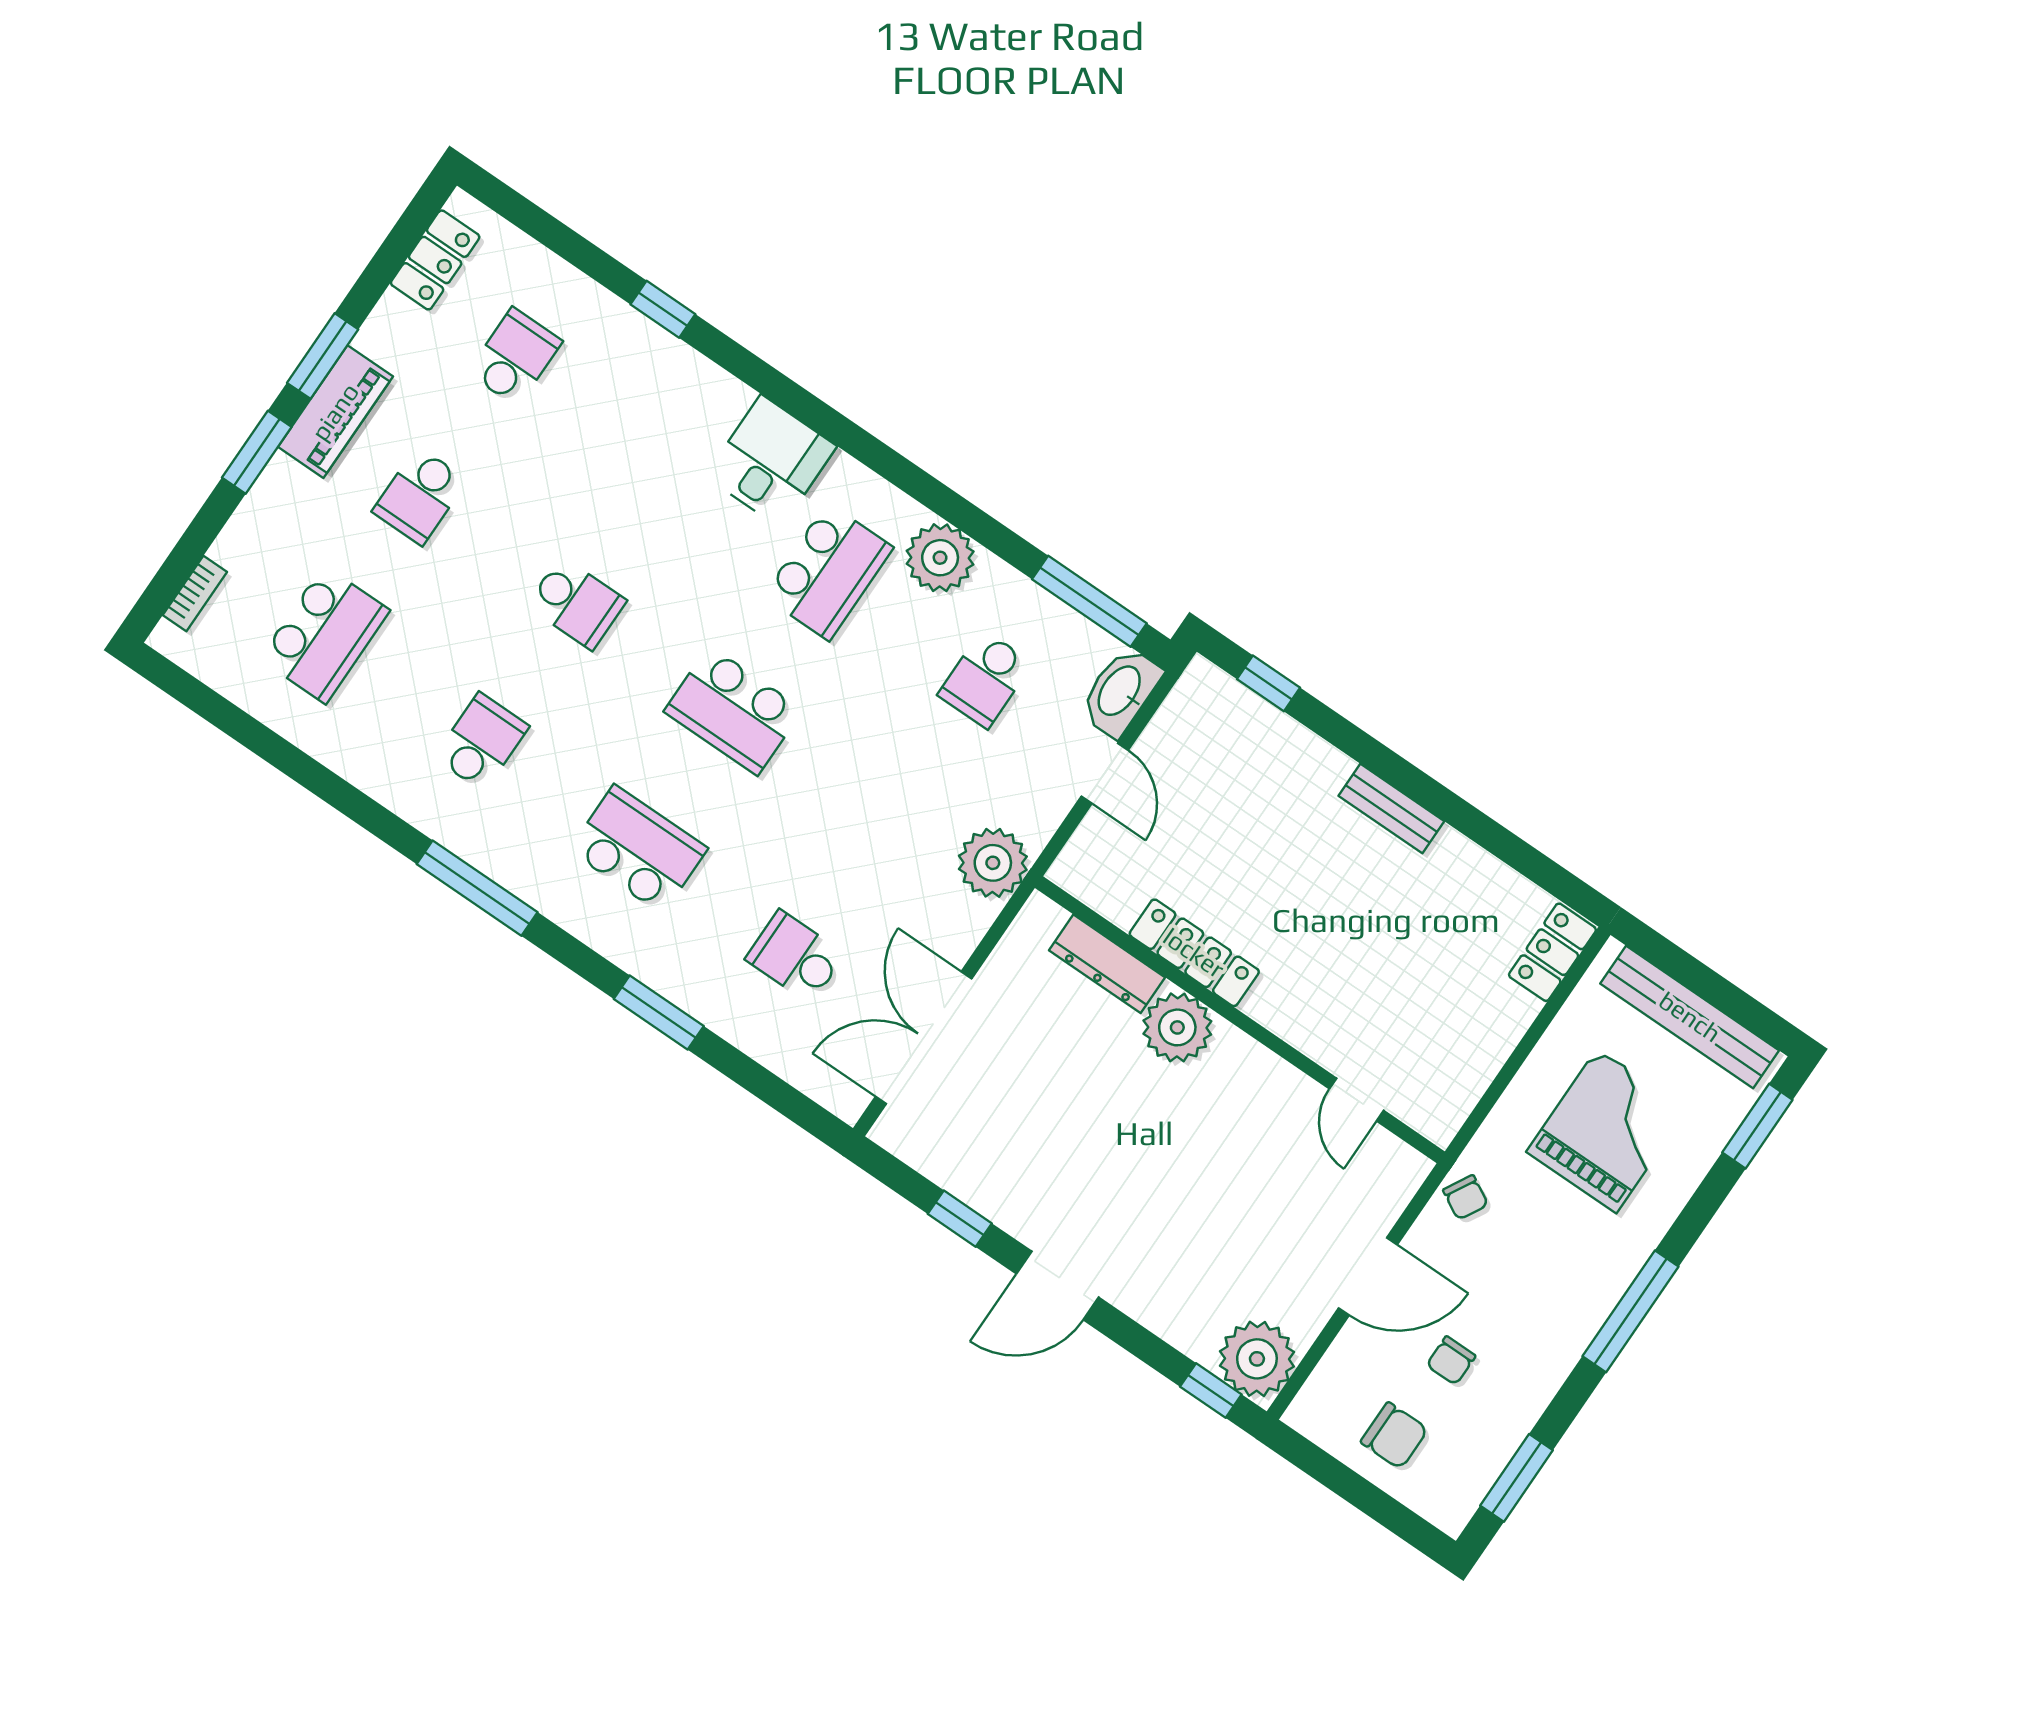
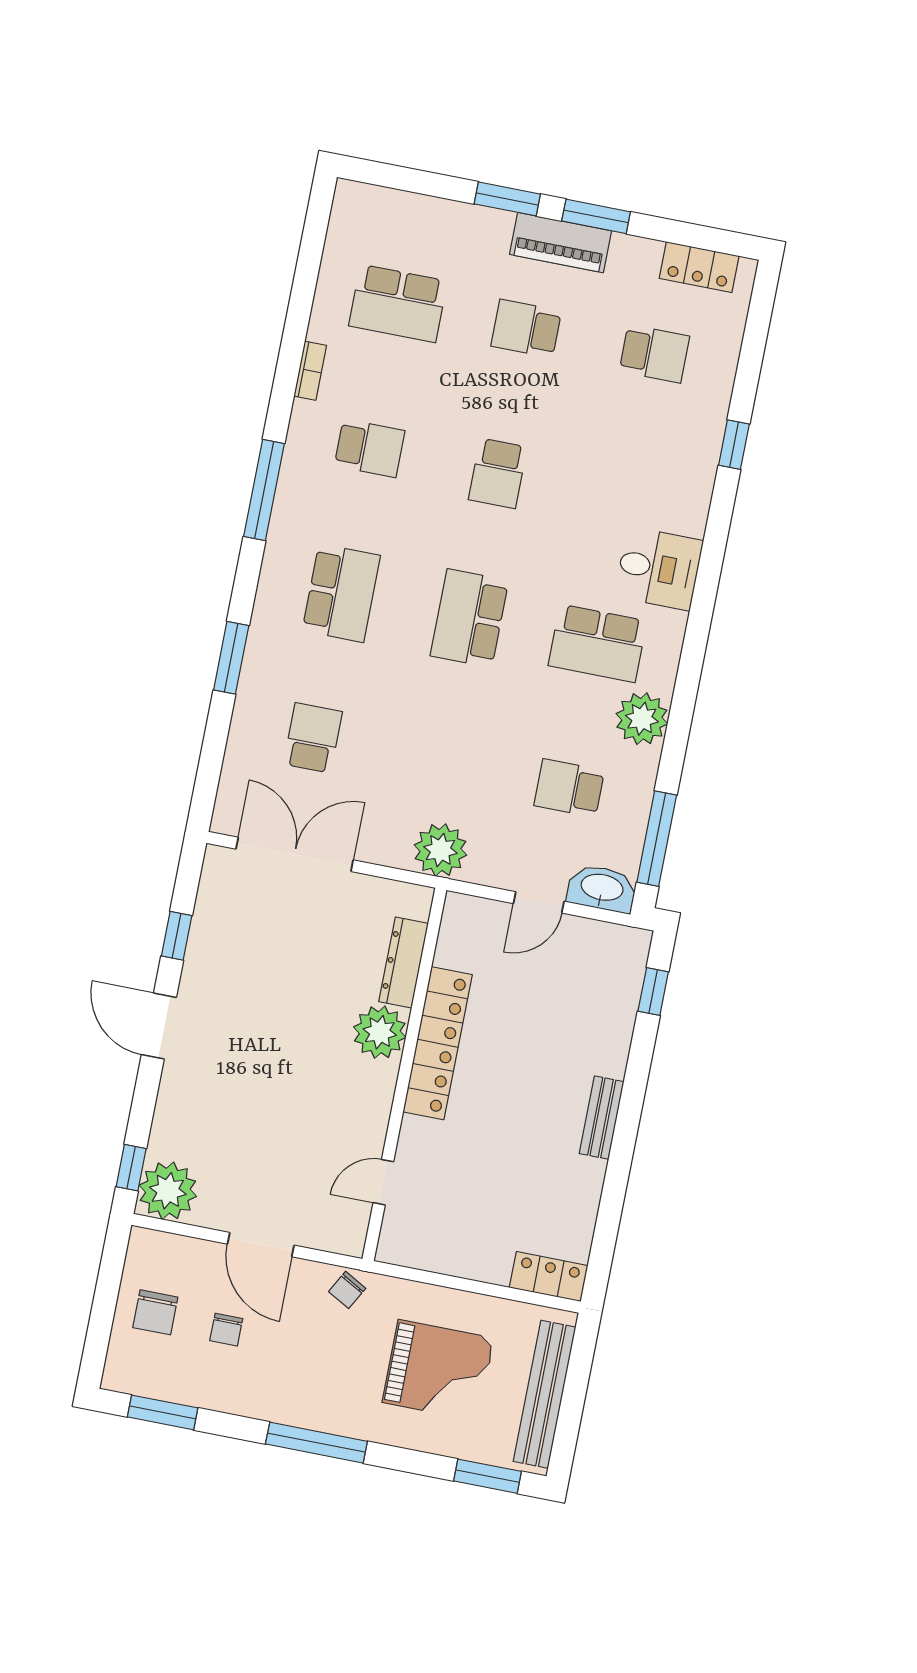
bookcase: (195, 593) -> (310, 371), moved, turned -90
locker: (1194, 953) -> (438, 1043), width x1.41, depth x1.21
chair: (1451, 1361) -> (226, 1330), turned -90

